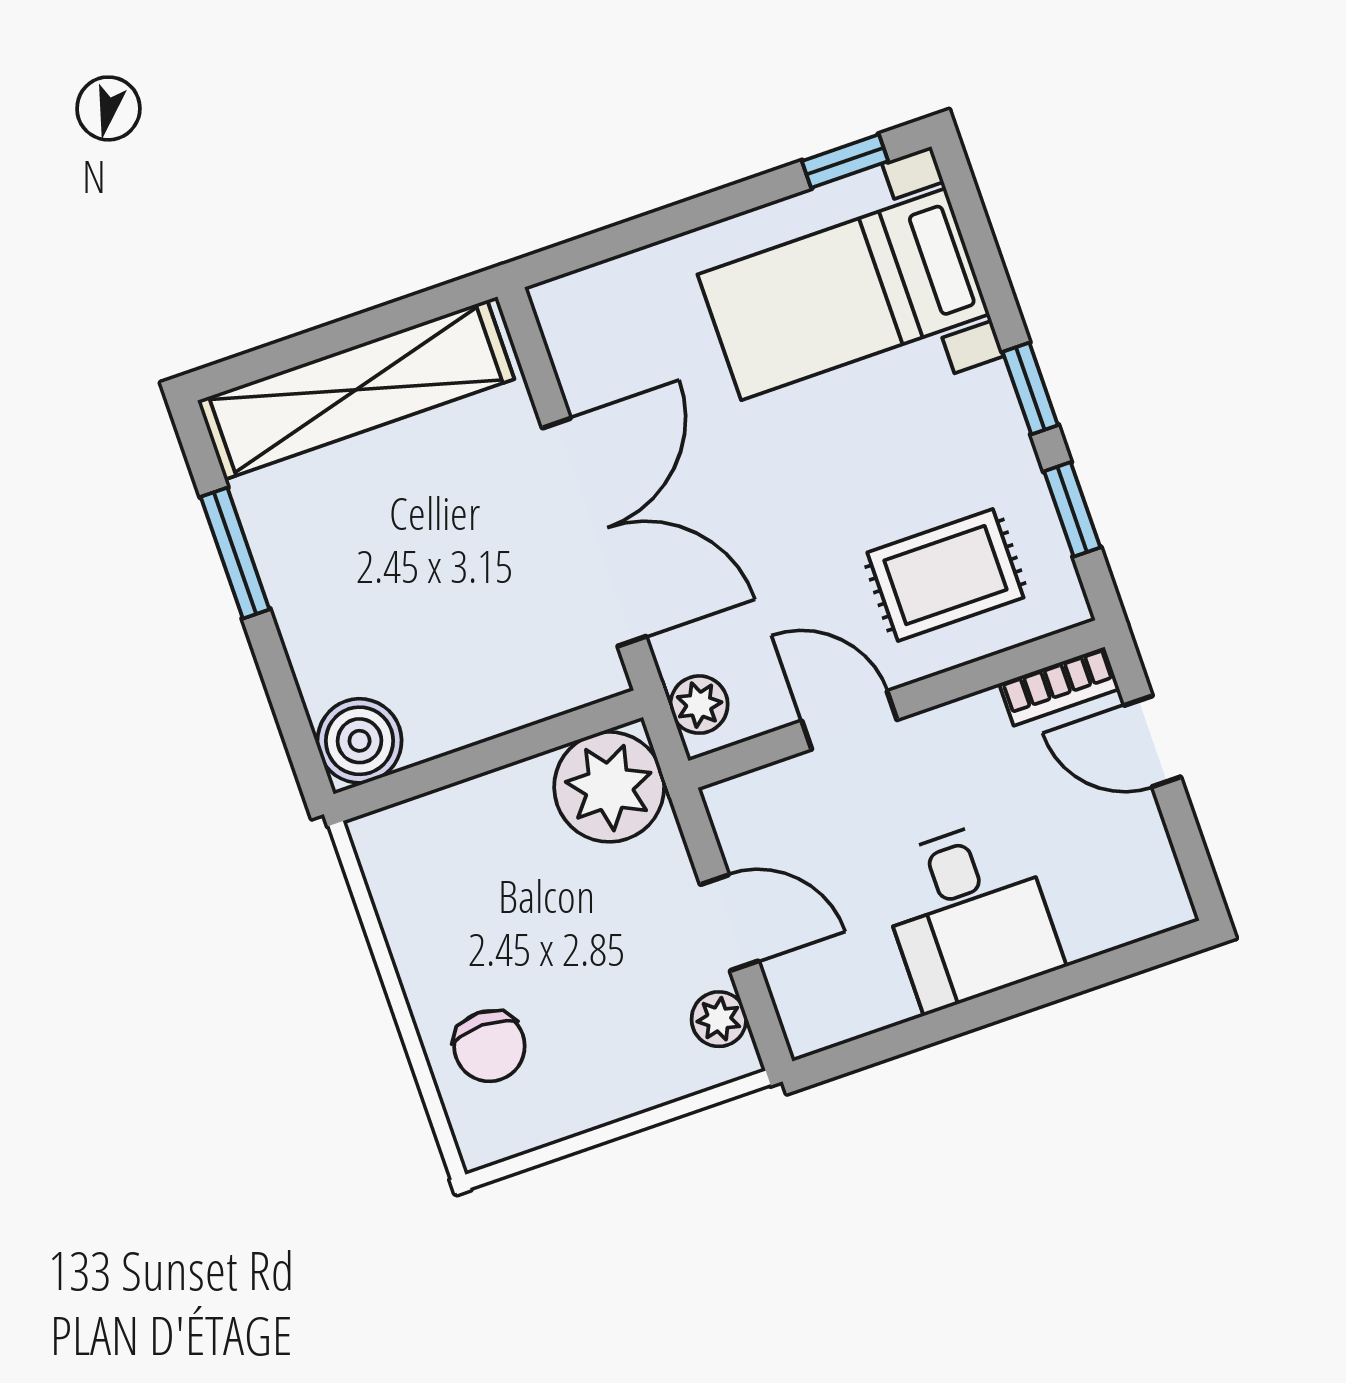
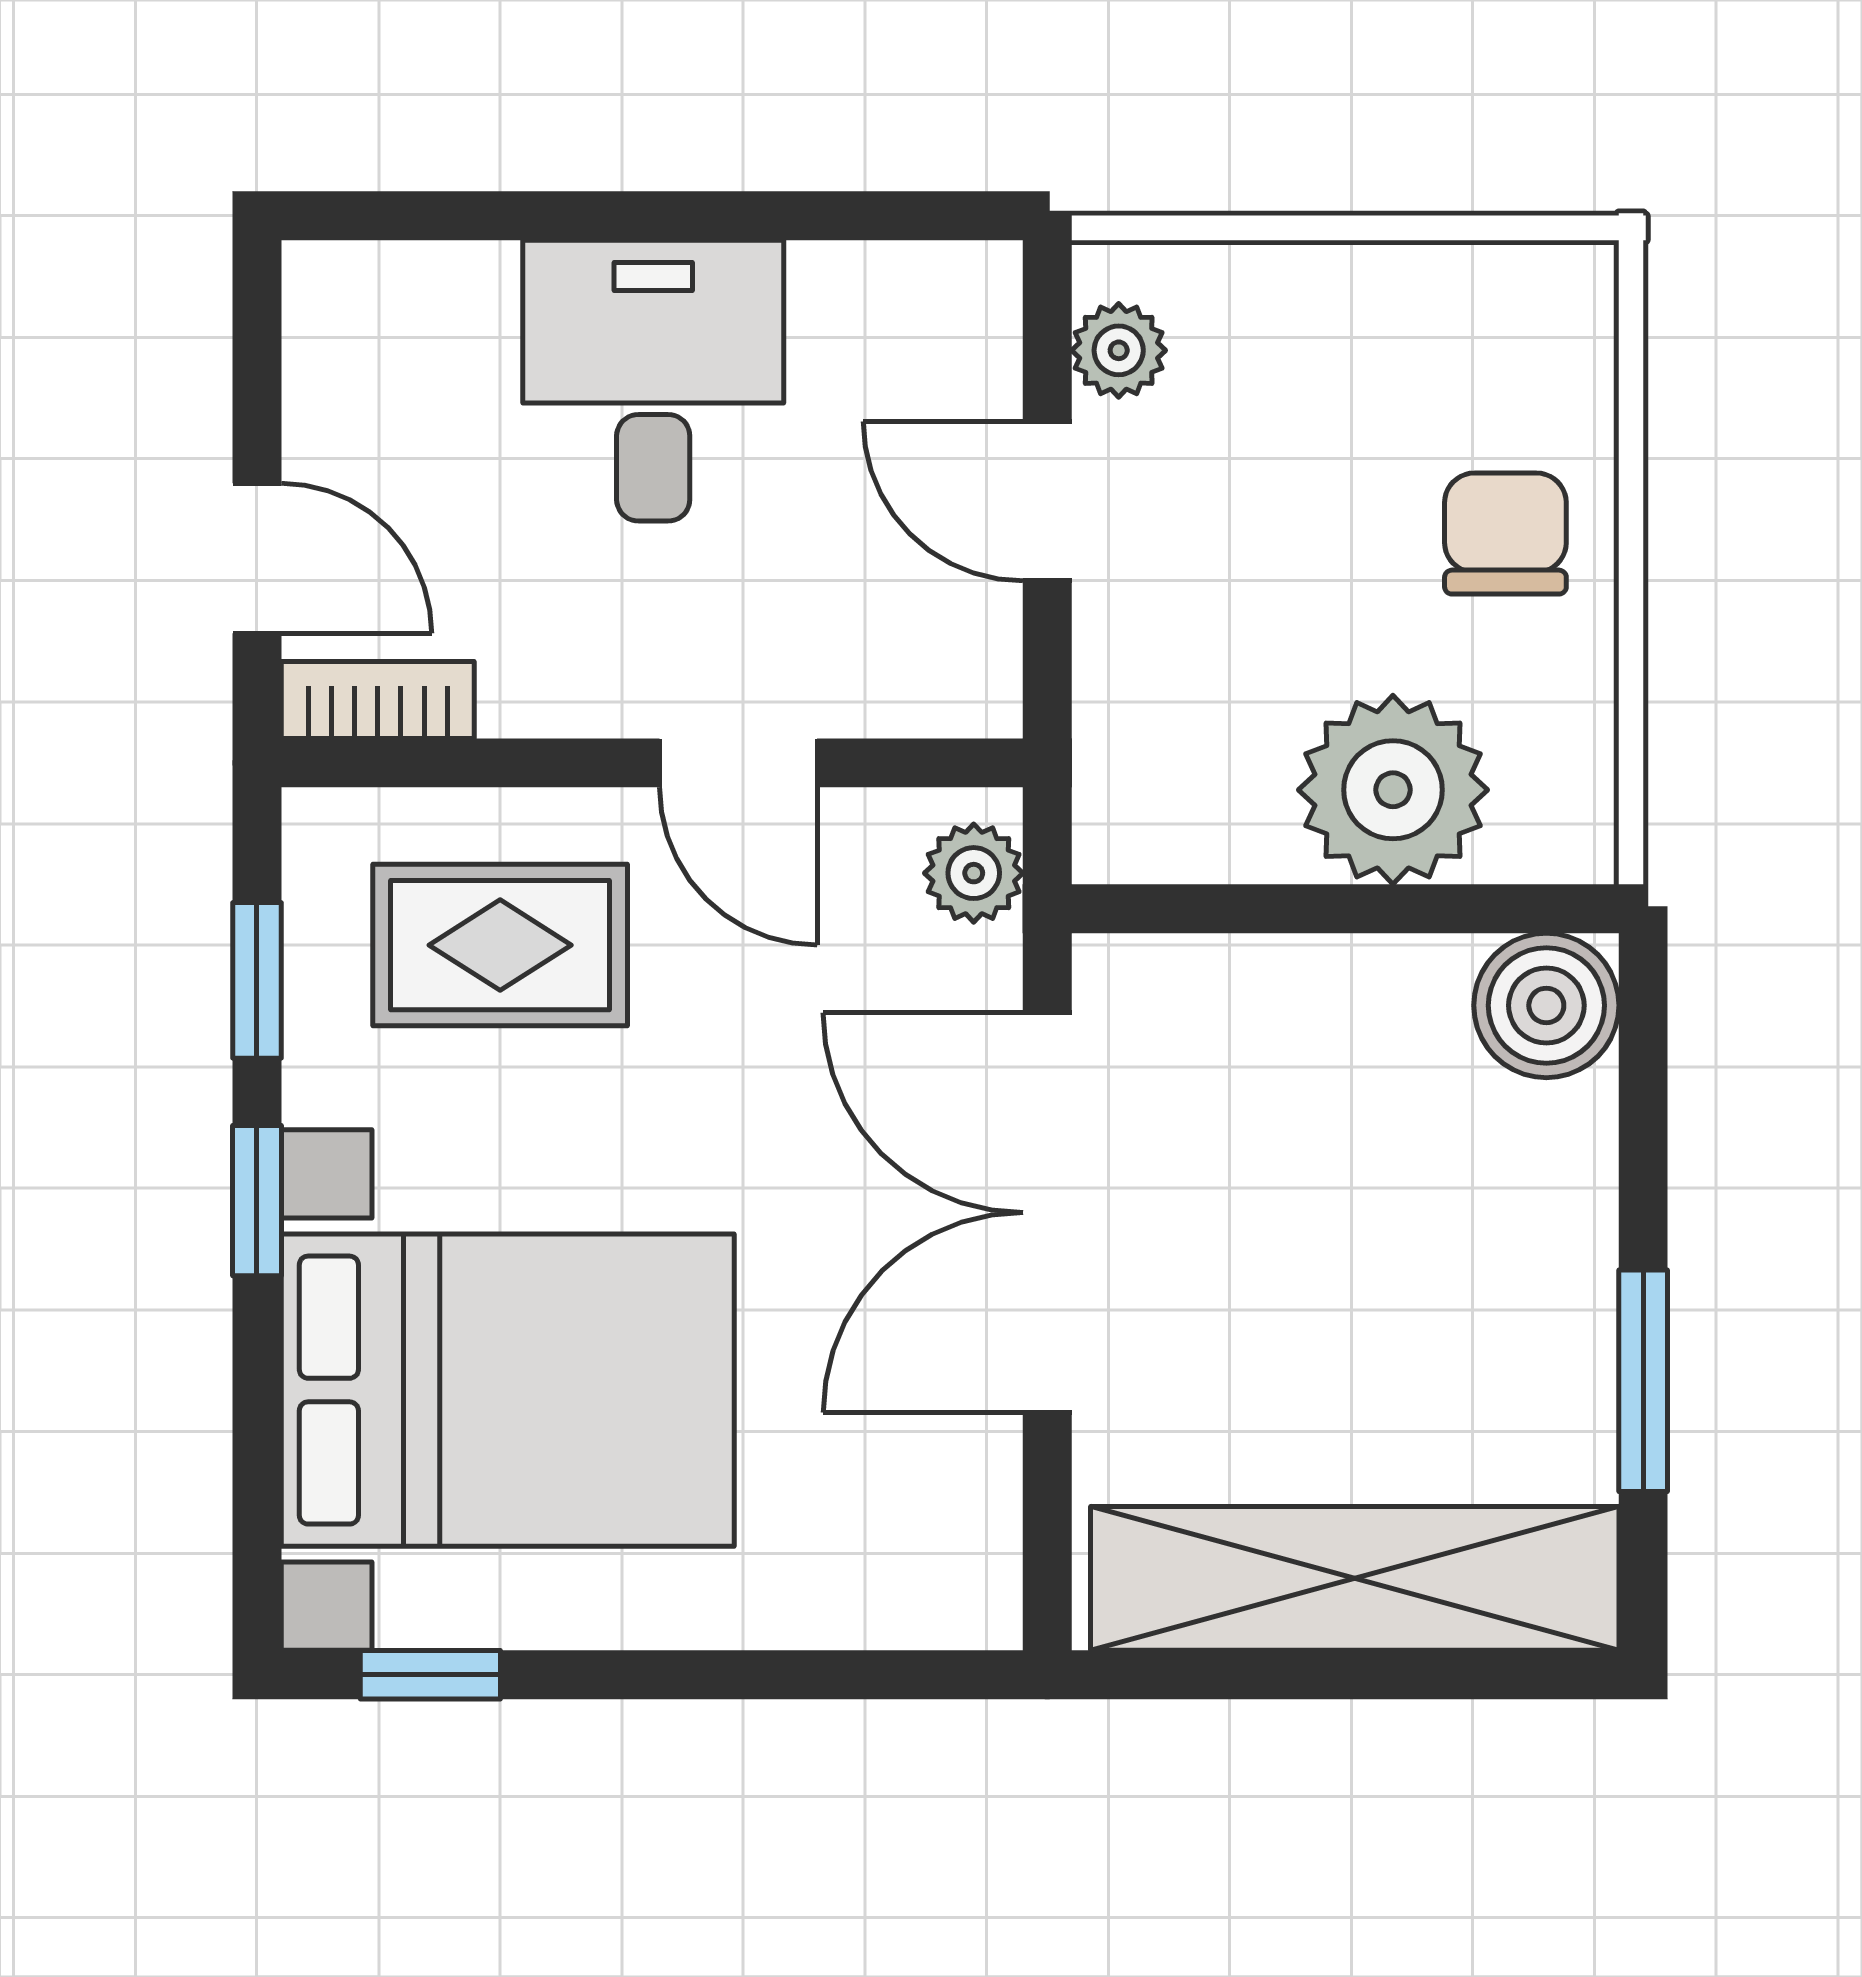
bed with nightstands: (844, 294) -> (508, 1390), width x1.36
plant: (609, 787) -> (1393, 790), moved
chair: (489, 1046) -> (1505, 534), moved

